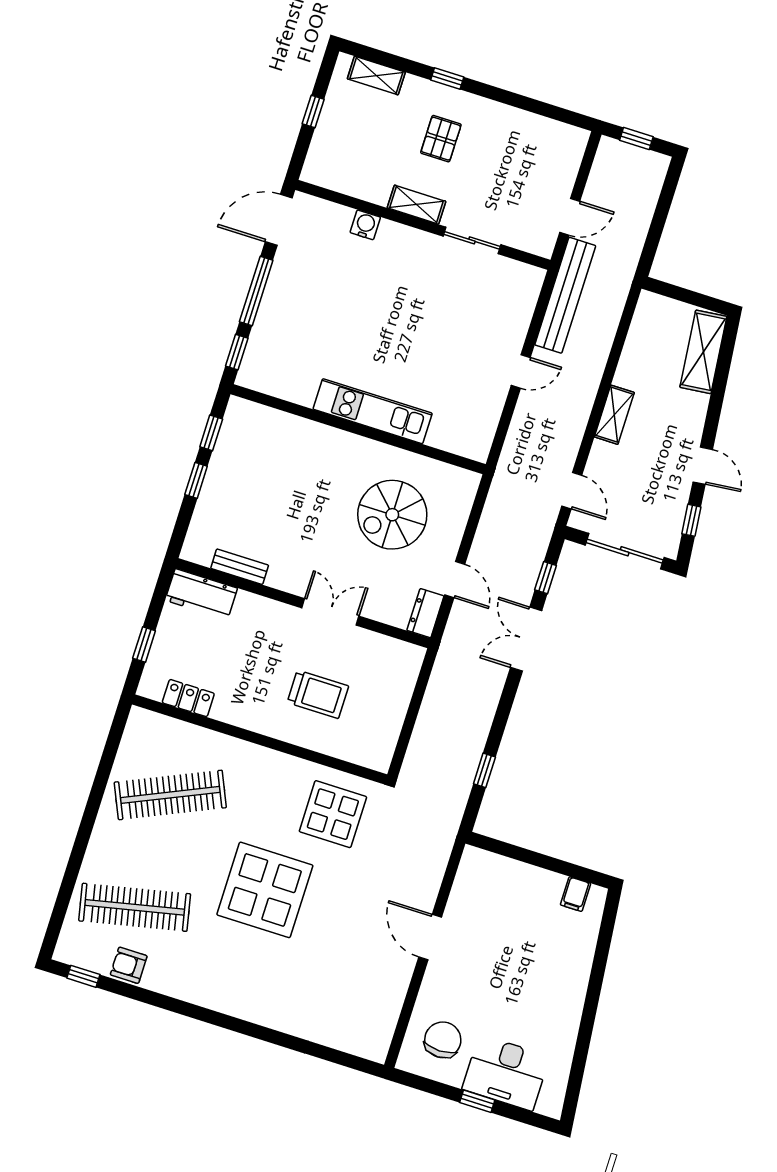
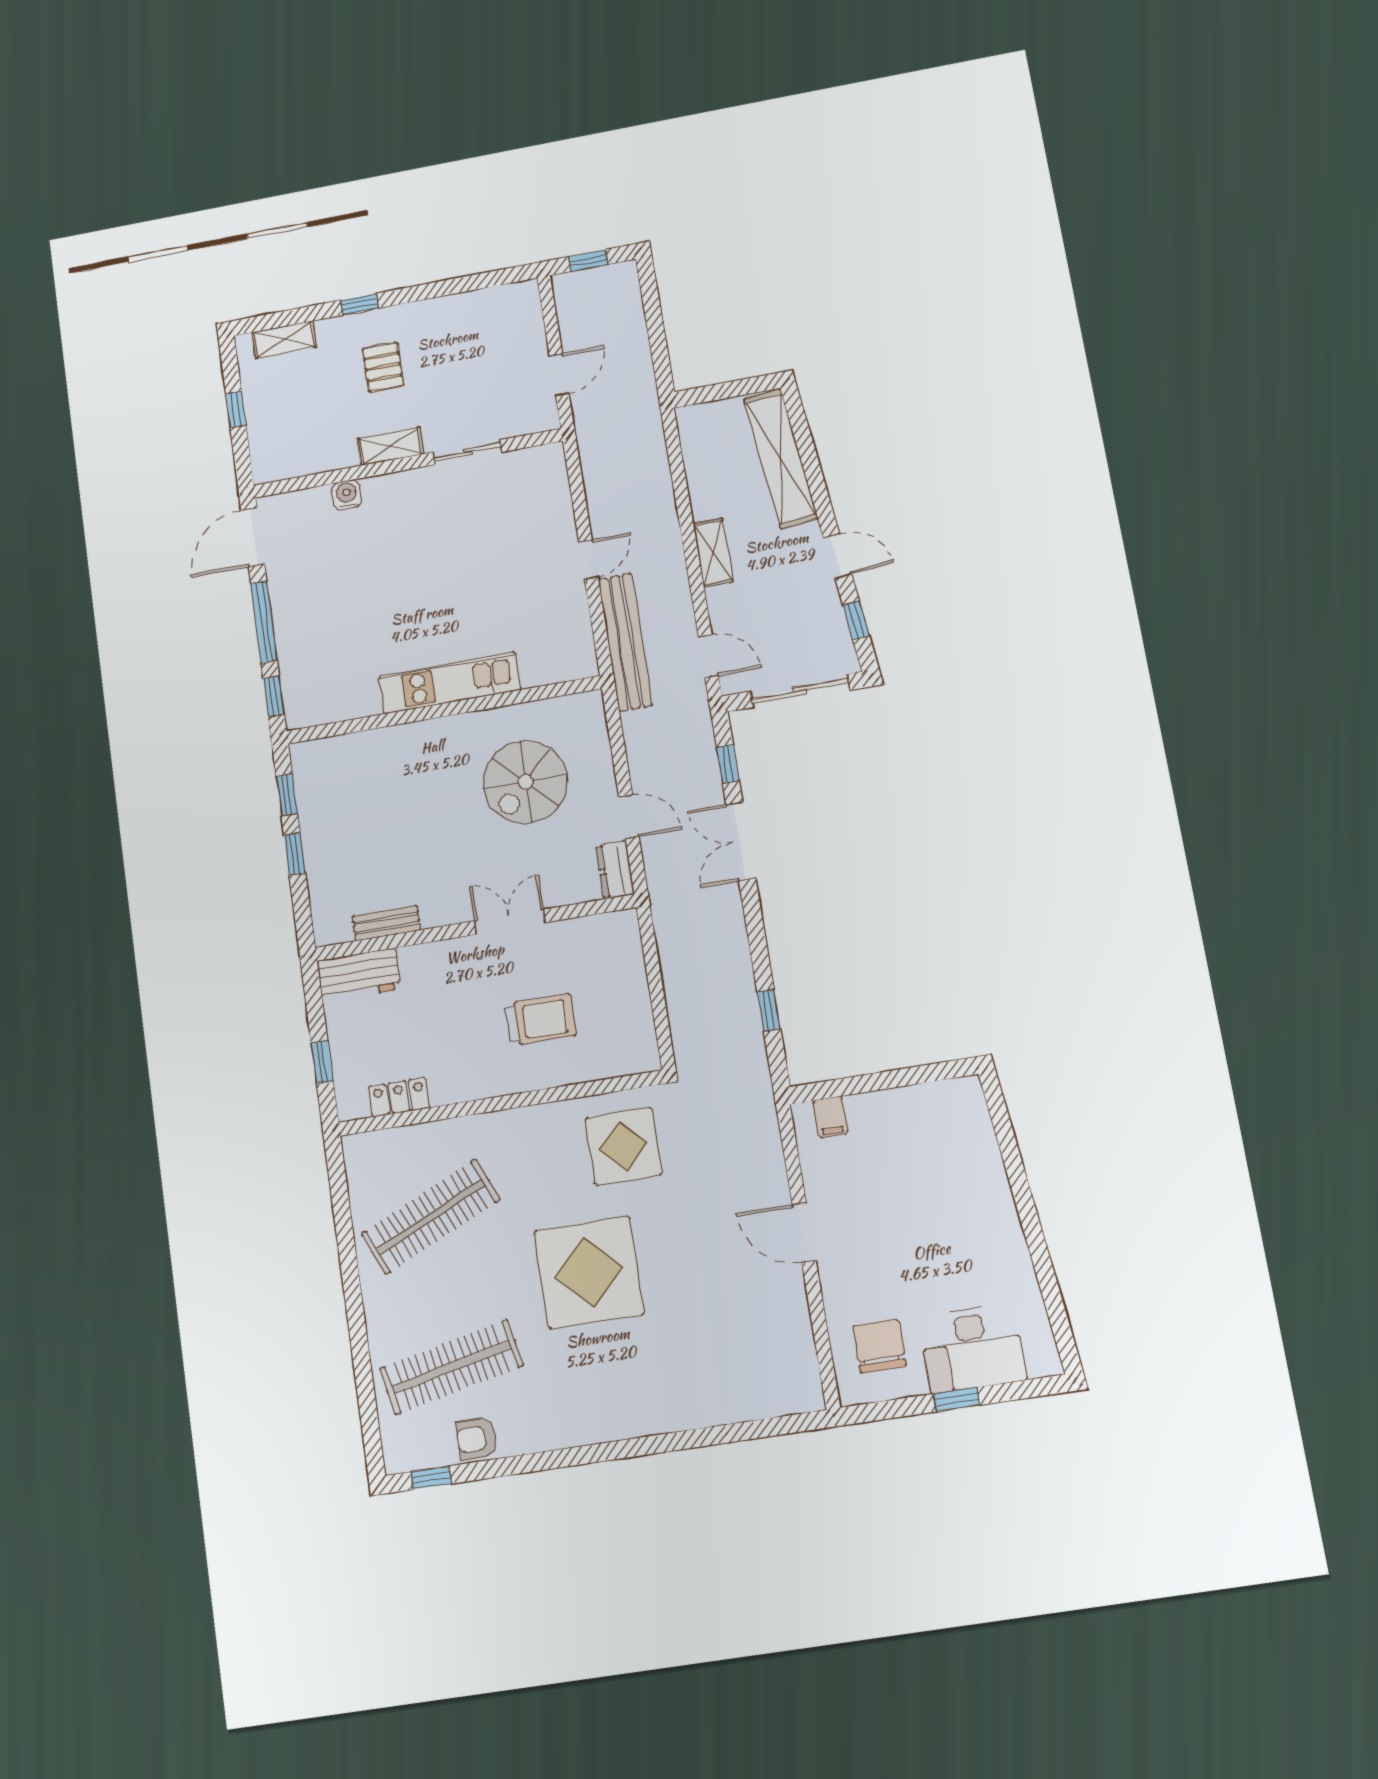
bench: (565, 295) -> (625, 642), moved
shelving: (703, 352) -> (781, 459), width x1.47
filing cabinet: (576, 894) -> (831, 1117), moved

